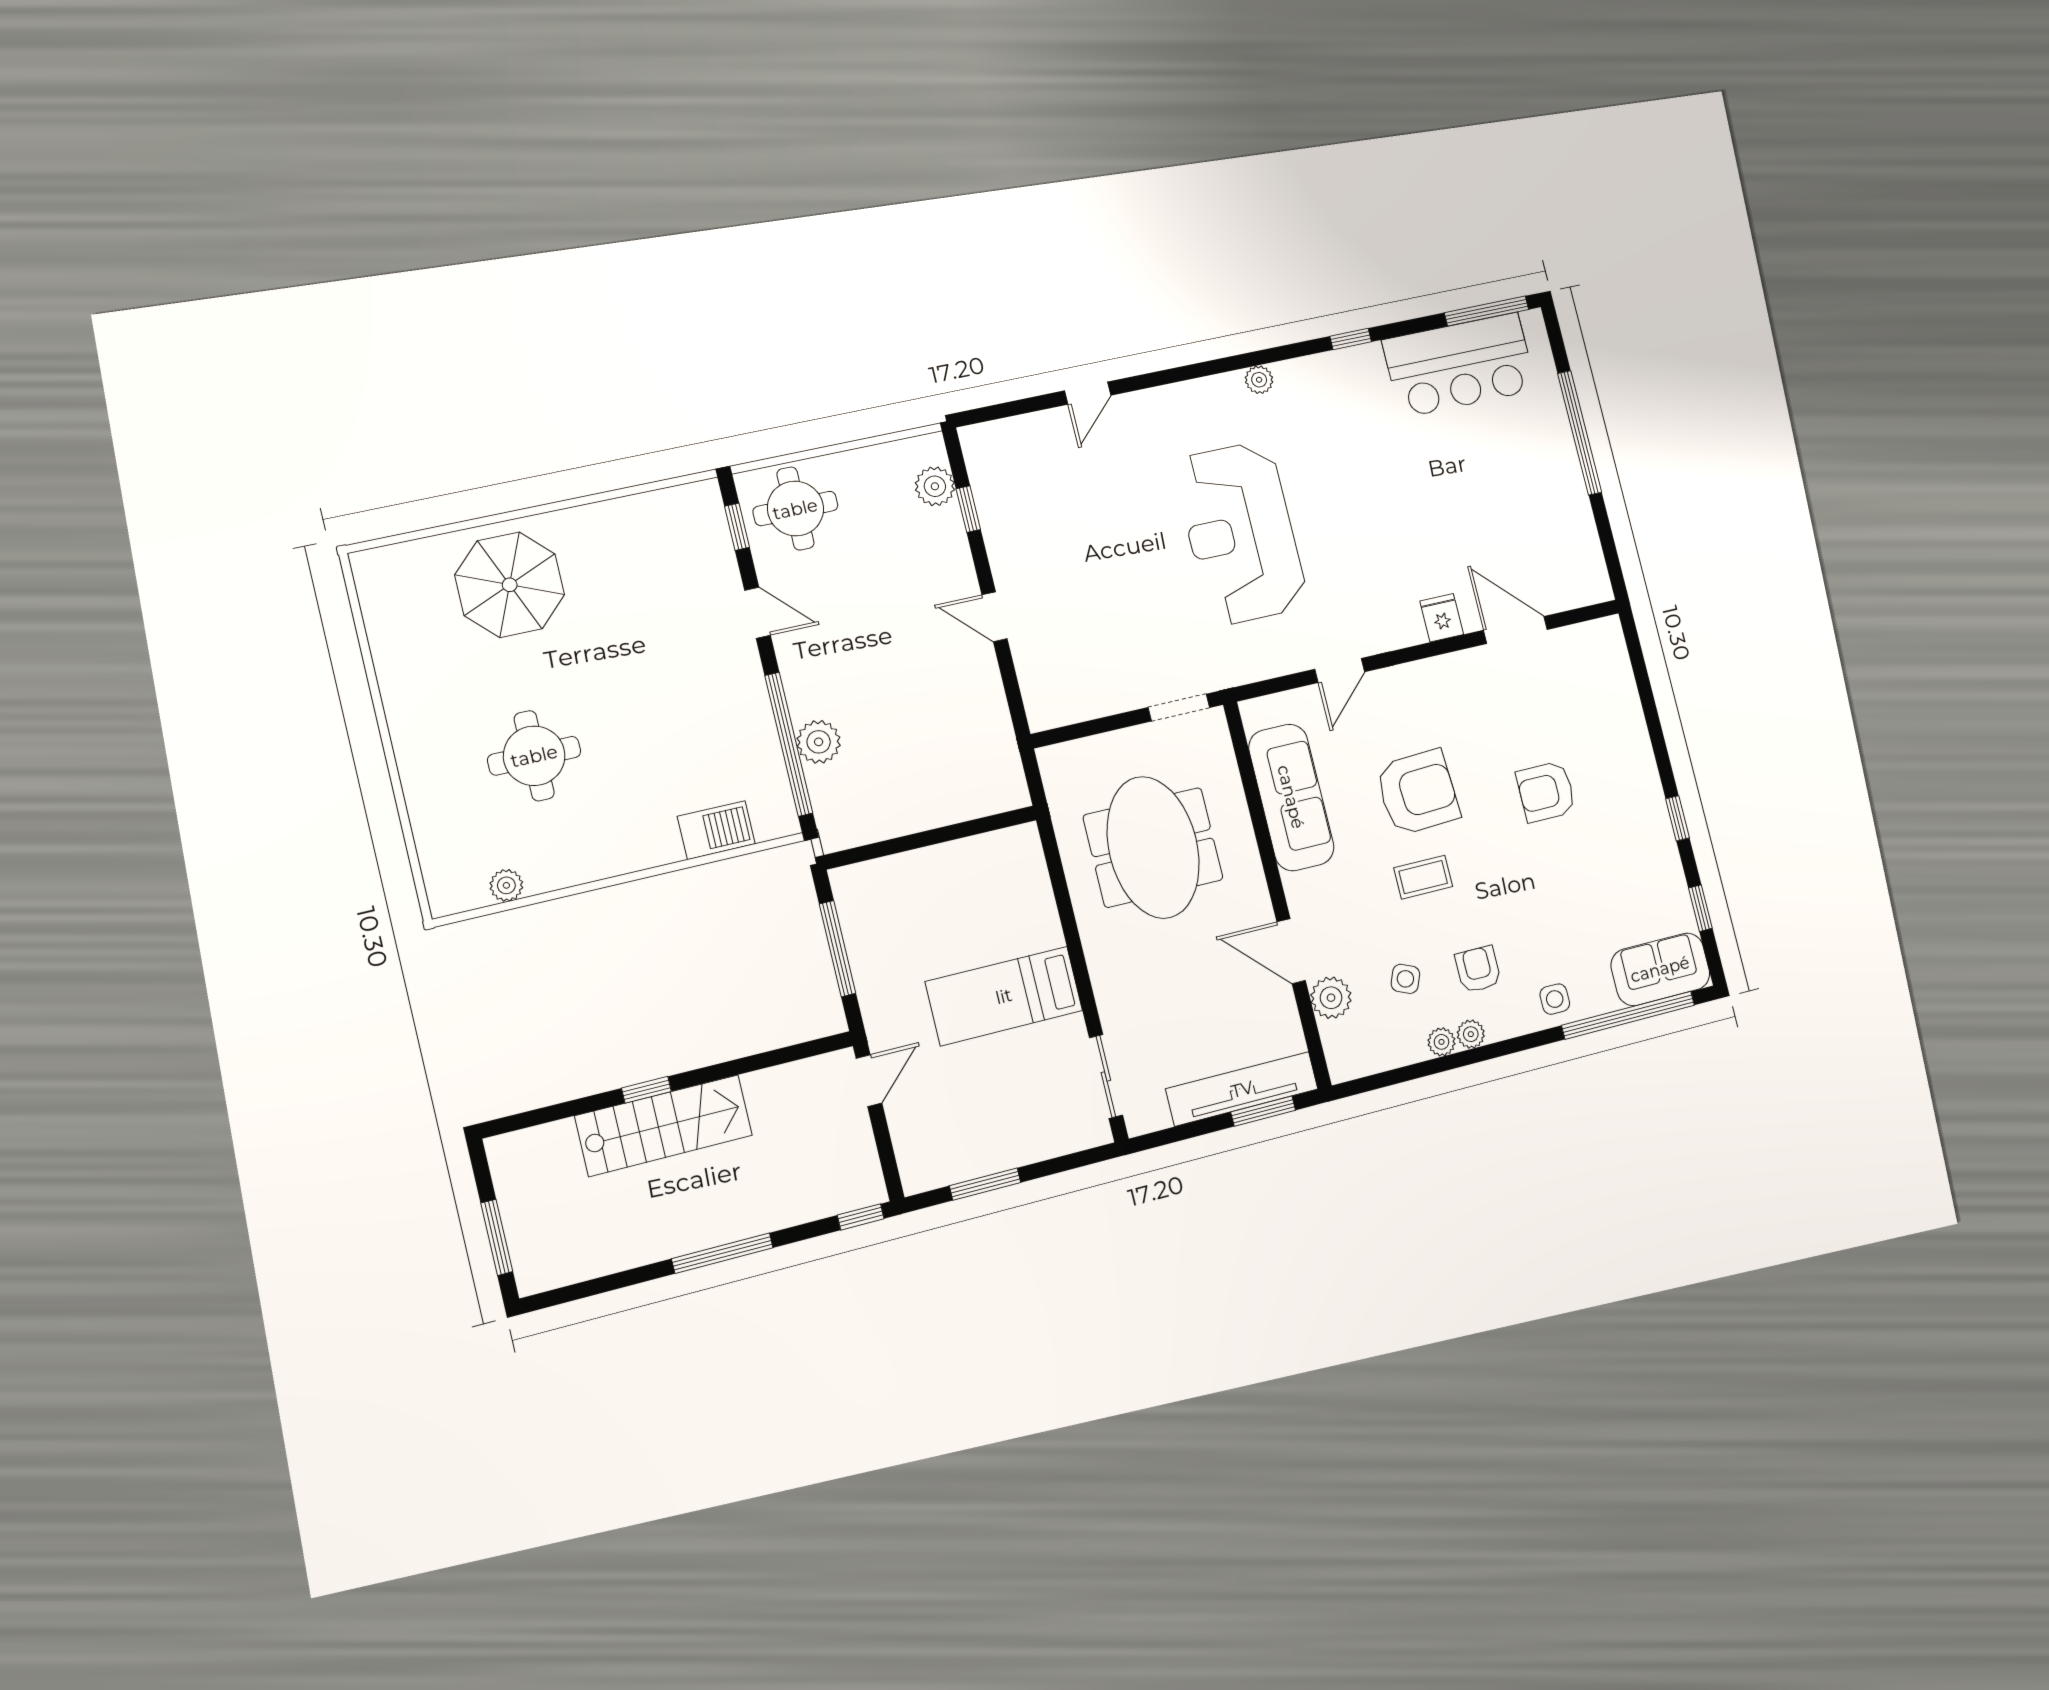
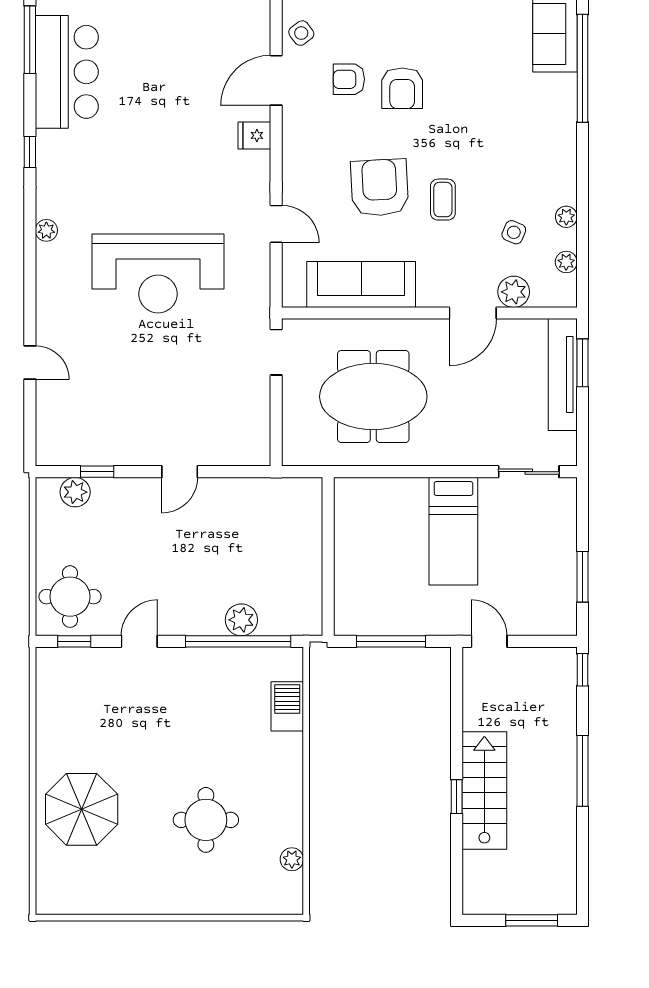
armchair: (1478, 969) -> (349, 79), moved
side table: (1555, 999) -> (301, 33), moved, turned -37
plant: (1471, 1034) -> (566, 262), moved

